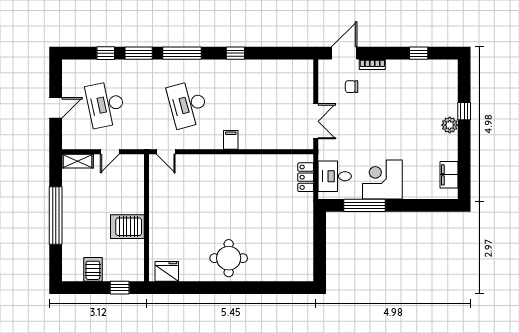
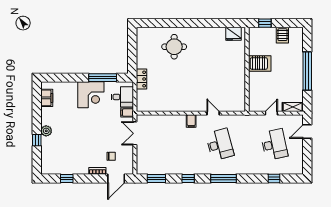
window: (139, 53) -> (156, 178), moved
door: (56, 108) -> (307, 132), moved
door: (166, 152) -> (213, 113), moved
filing cabinet: (327, 153) -> (127, 113), added
locker: (306, 177) -> (142, 79), moved
round table: (229, 258) -> (174, 47), moved

